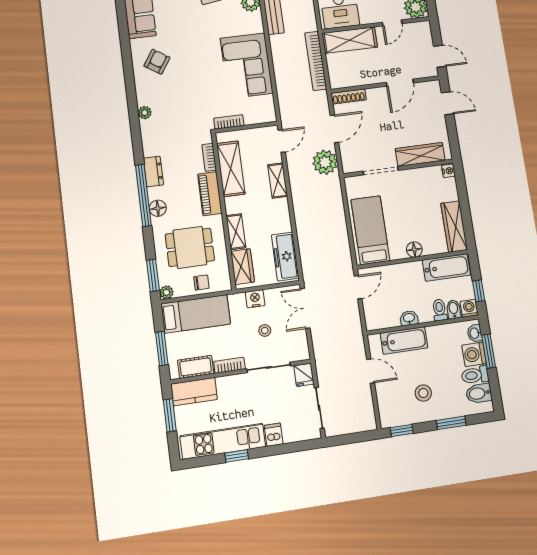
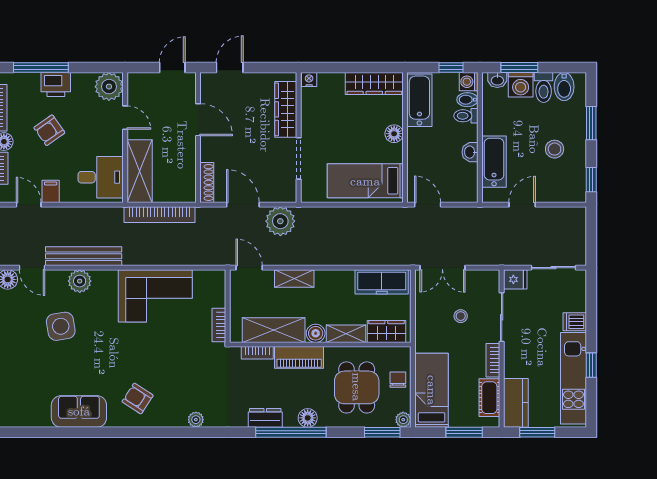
boiler: (233, 205) -> (316, 333), added
nightstand: (255, 299) -> (424, 322), removed

